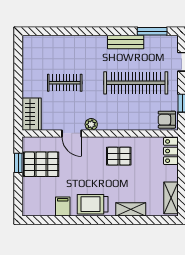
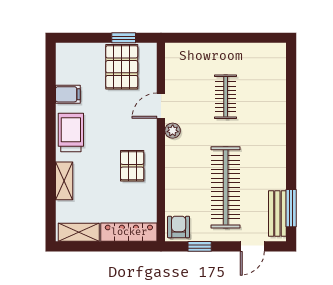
bench: (126, 42) -> (277, 213), moved
wardrobe: (32, 114) -> (186, 55), removed
locker: (171, 151) -> (129, 232), width x1.53

